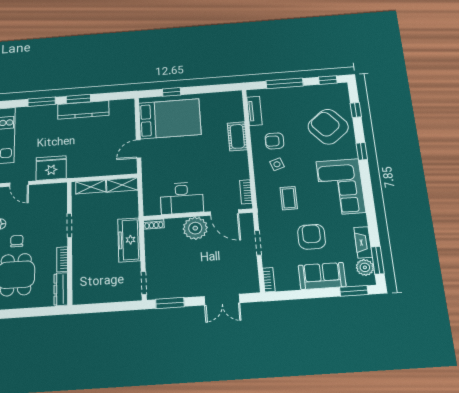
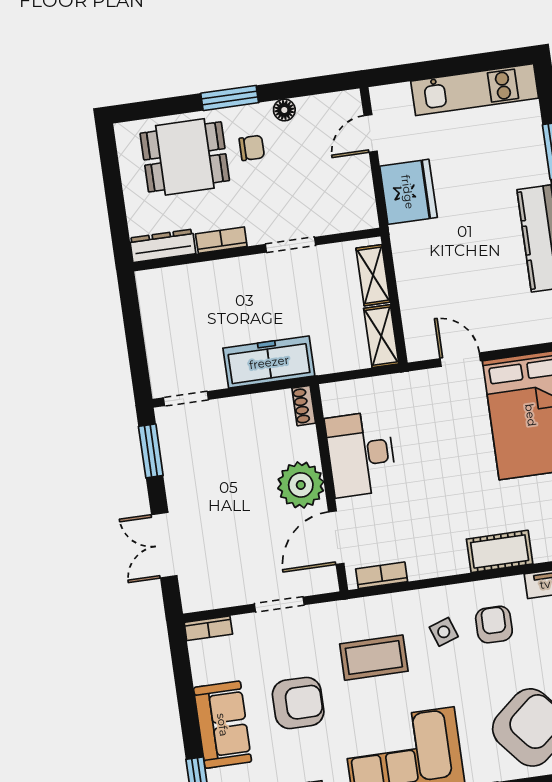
coffee table: (289, 198) -> (374, 658), width x1.36, depth x1.30

